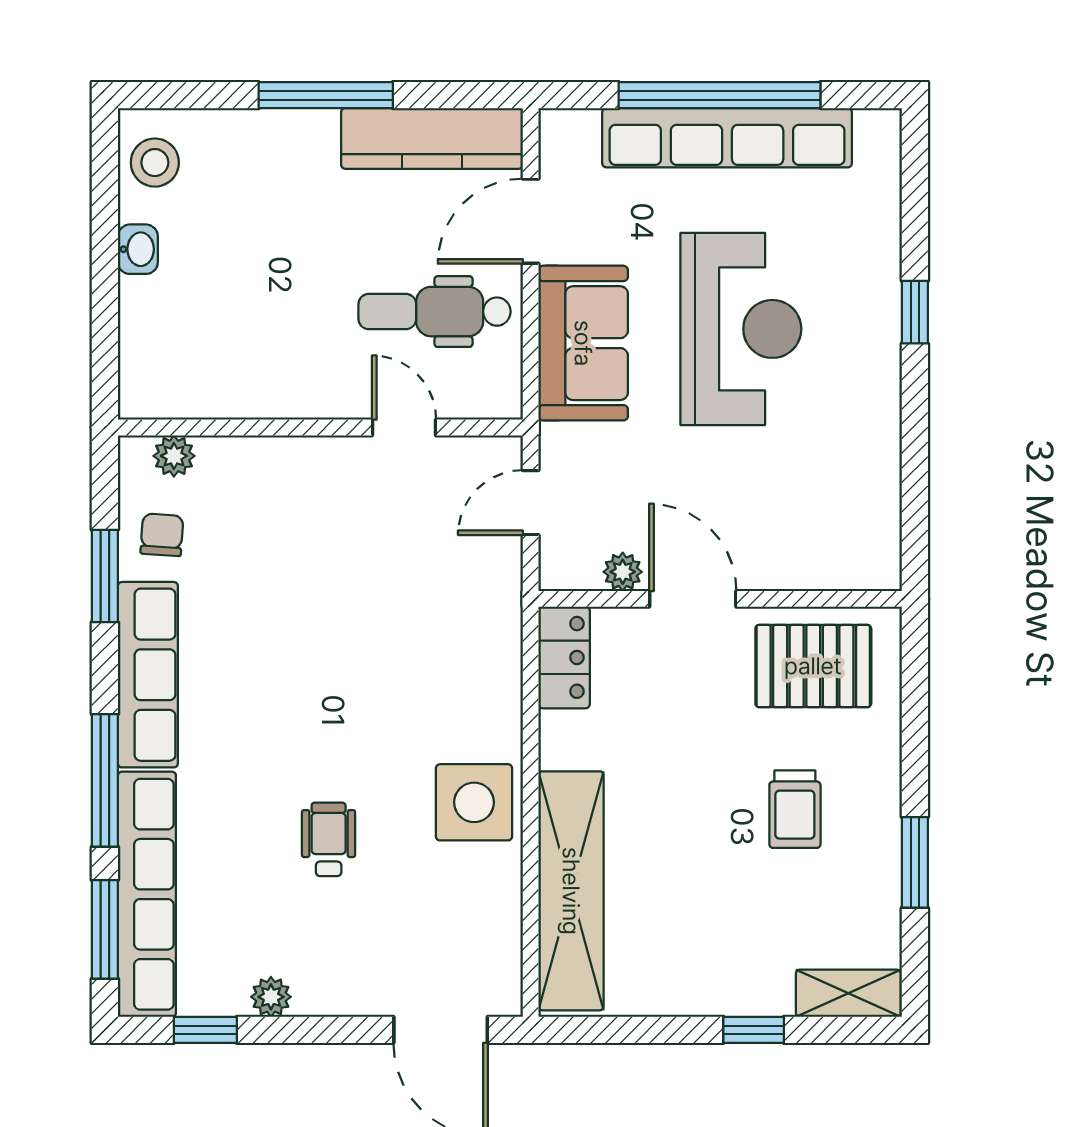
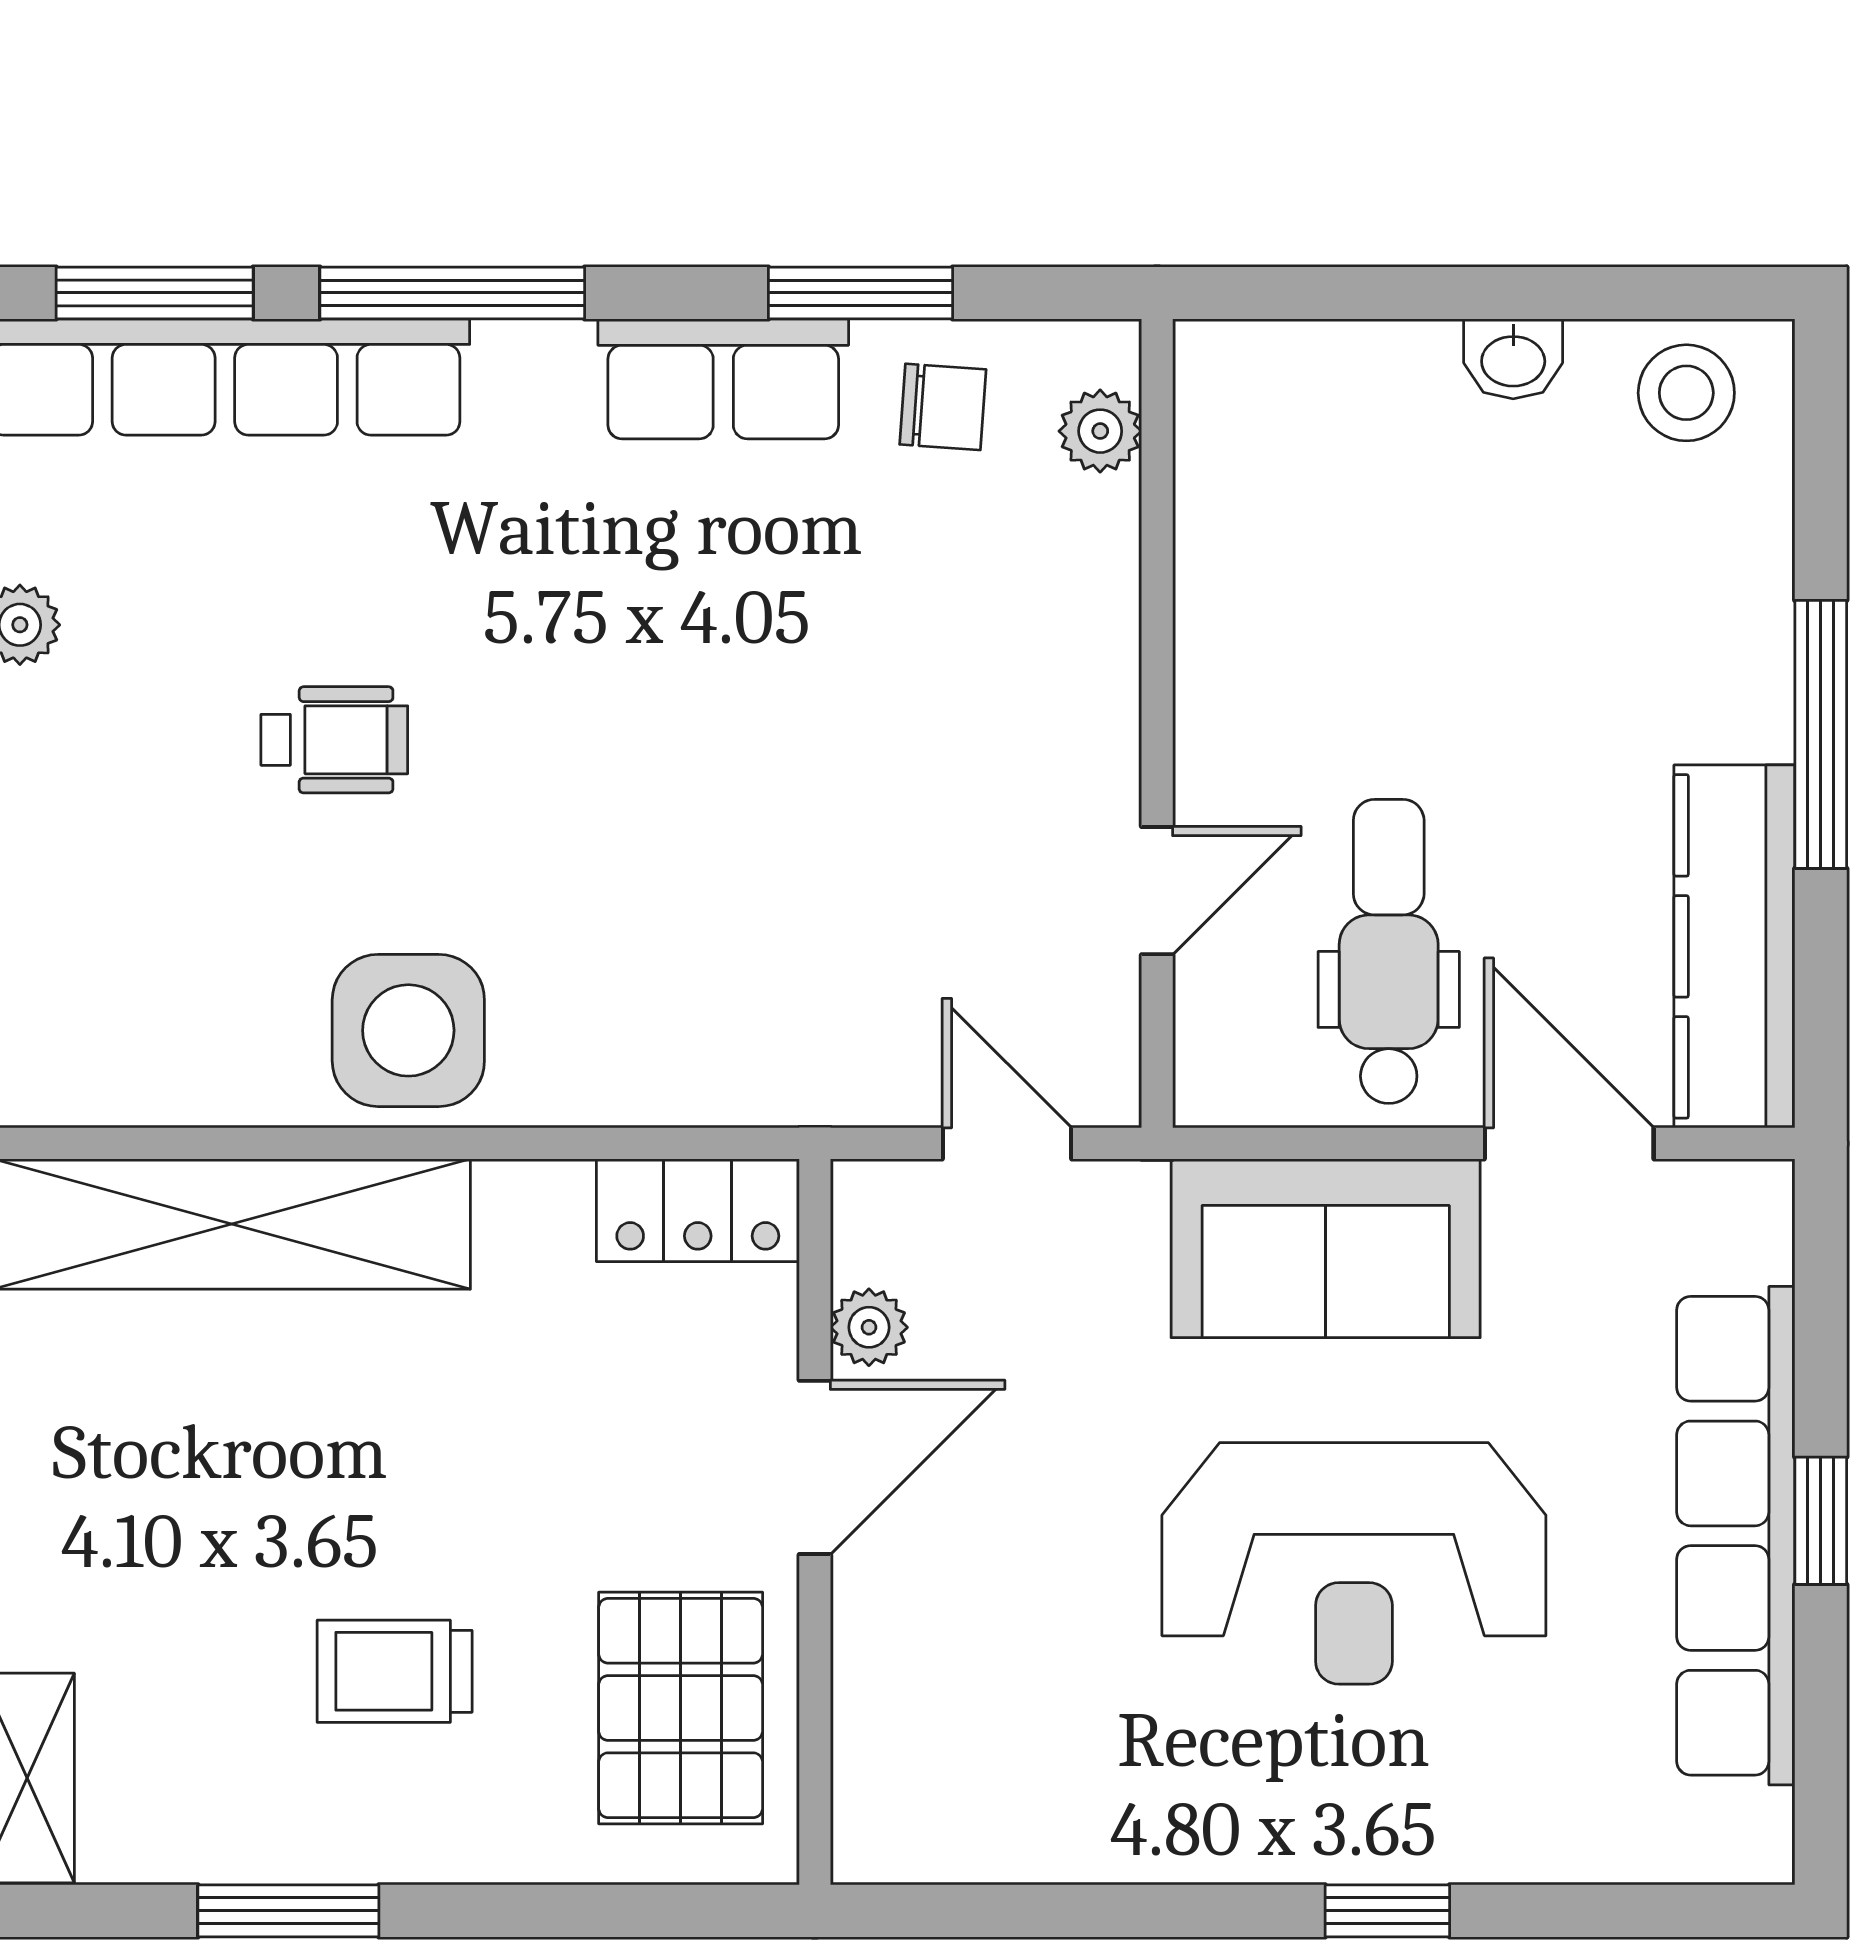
window: (720, 95) -> (1821, 1521), width x0.32
row of seats: (148, 675) -> (723, 379), width x0.68

